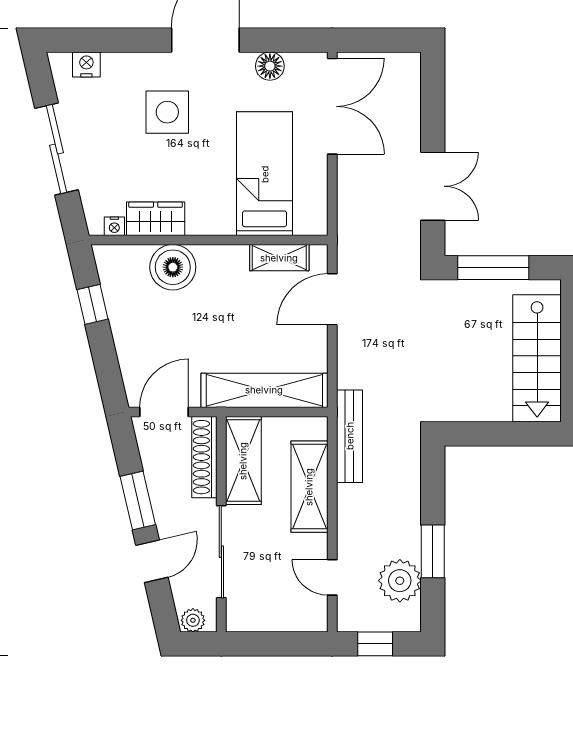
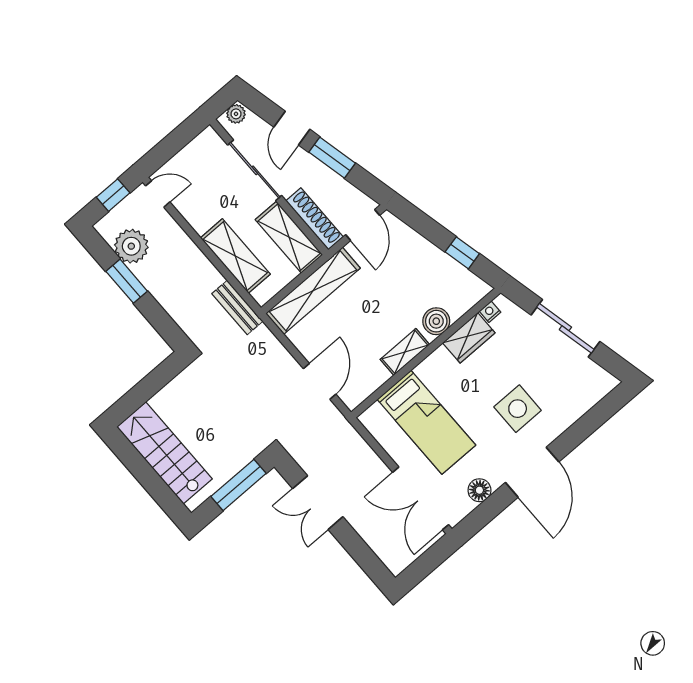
nightstand: (86, 64) -> (592, 395), removed
shelving: (279, 258) -> (405, 352), moved
boiler: (173, 267) -> (436, 321), width x0.73, depth x0.73
bench: (350, 436) -> (237, 307), width x0.73
door: (332, 577) -> (158, 194), moved

